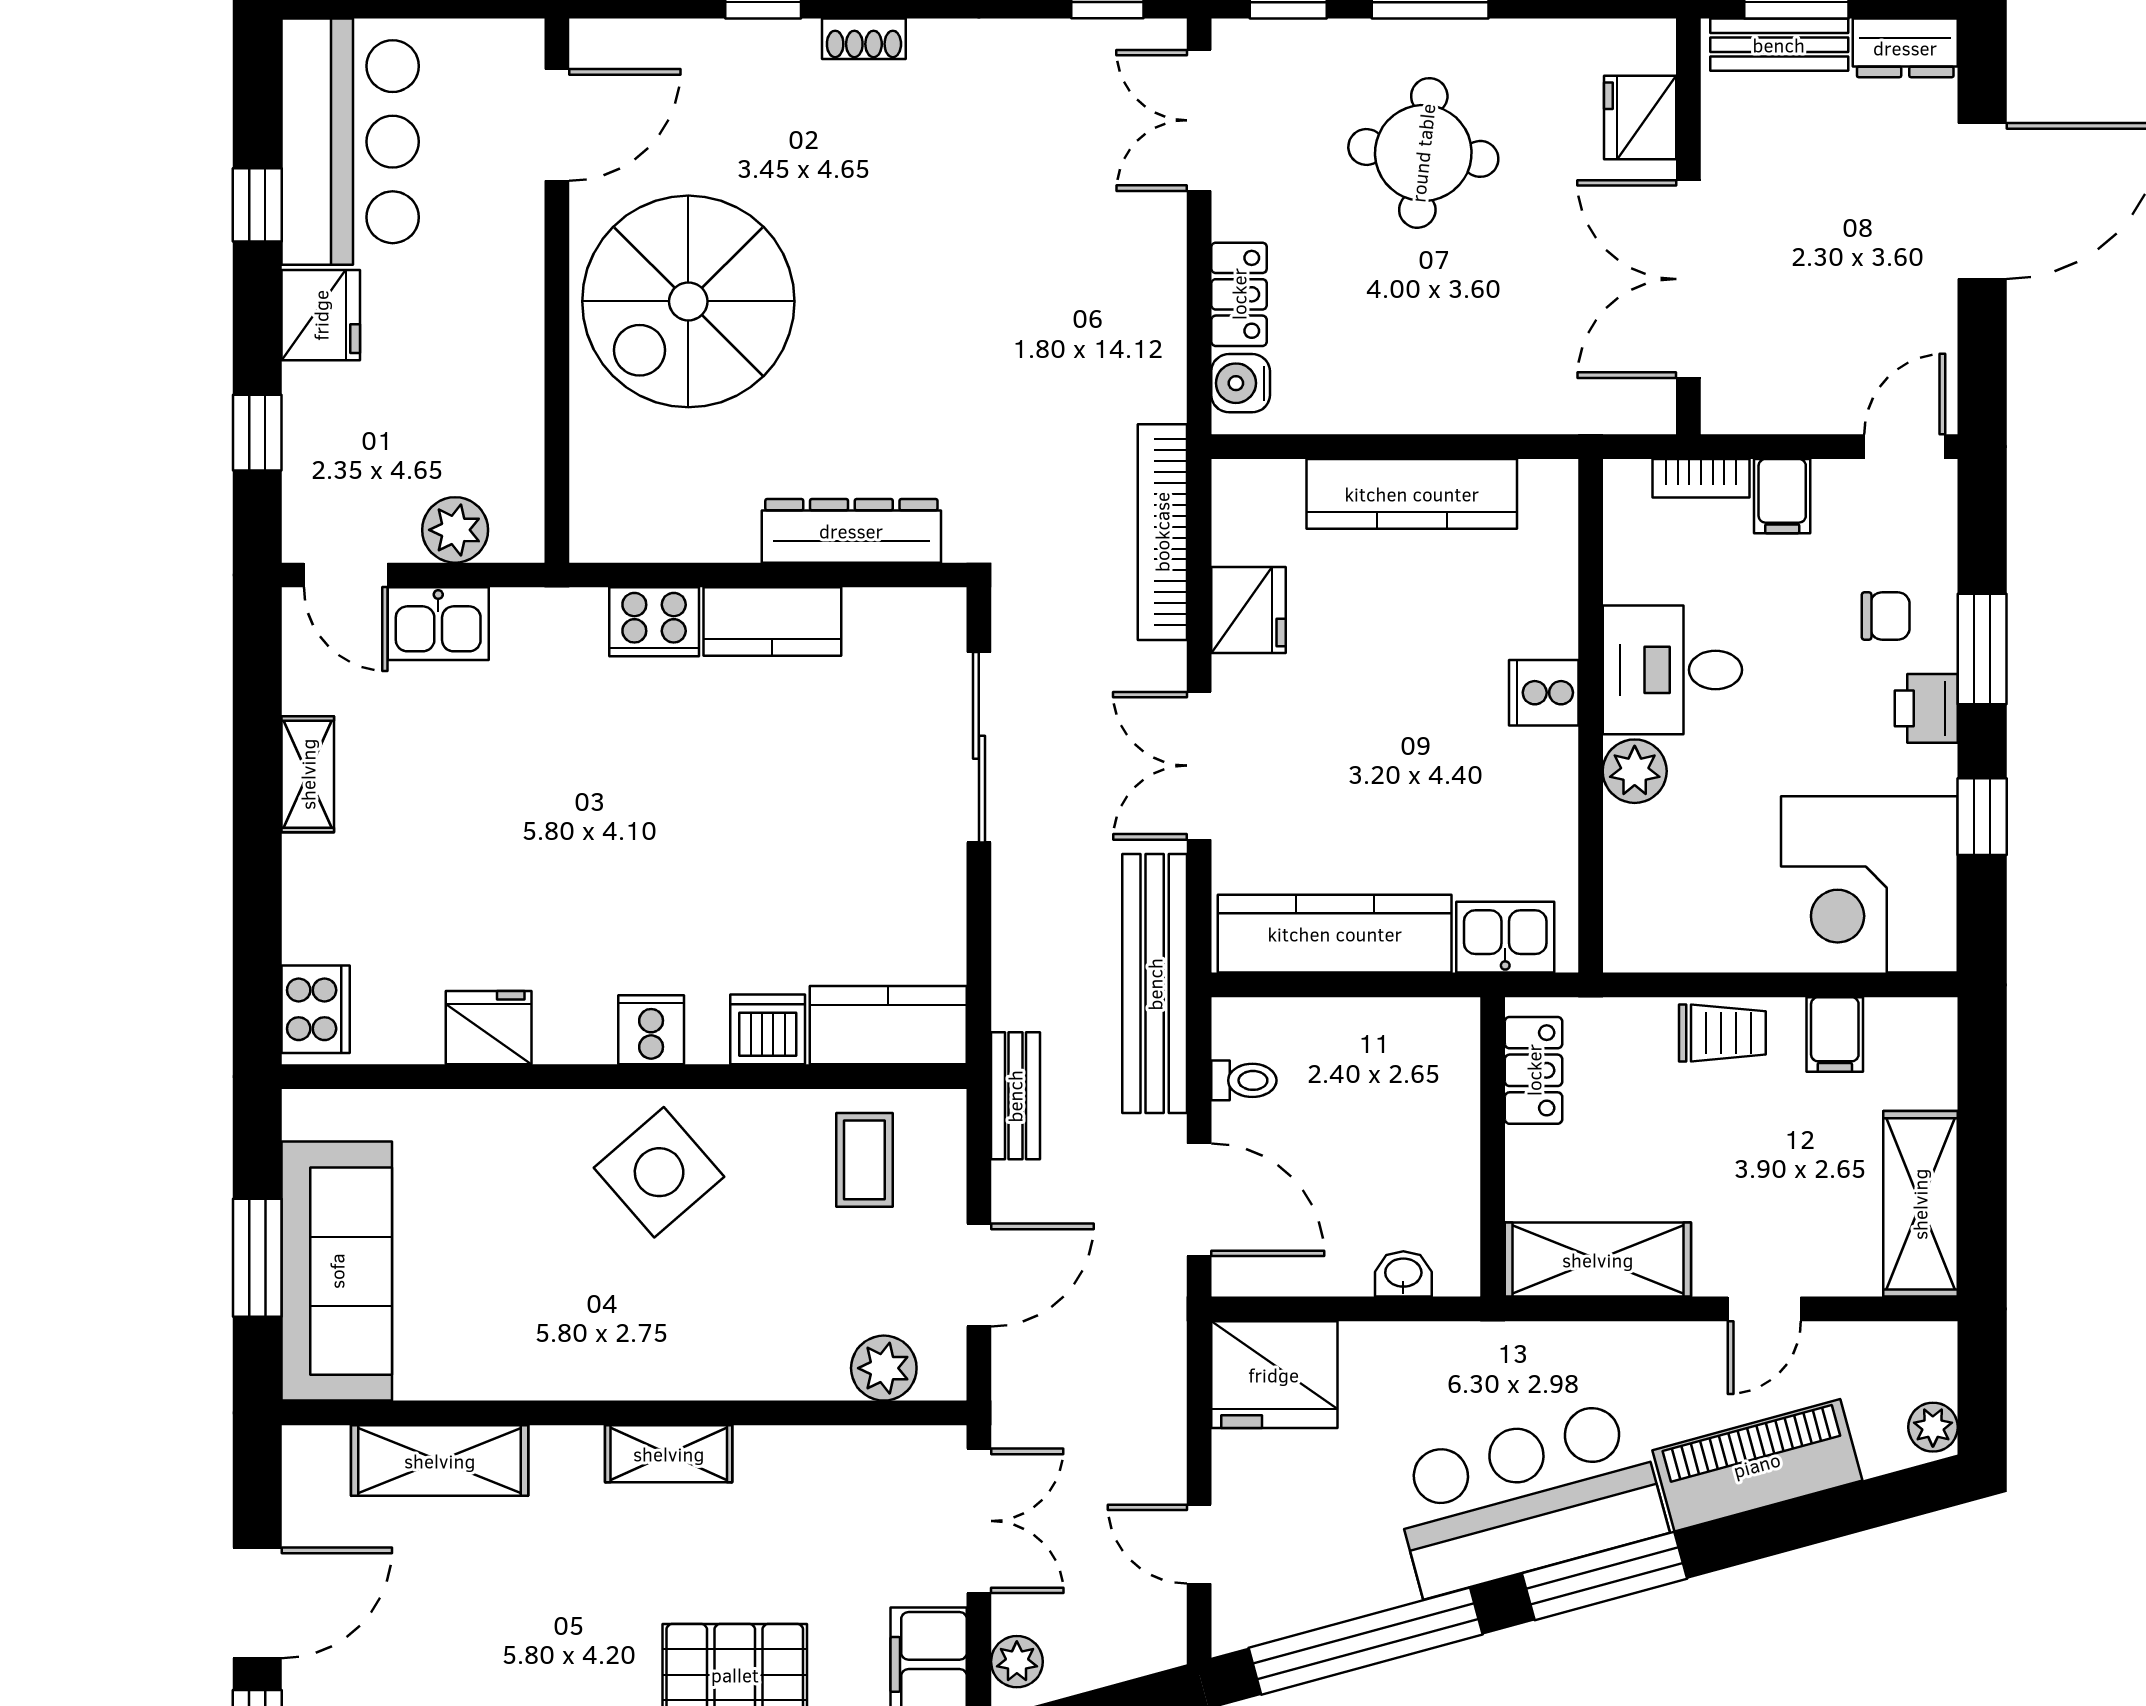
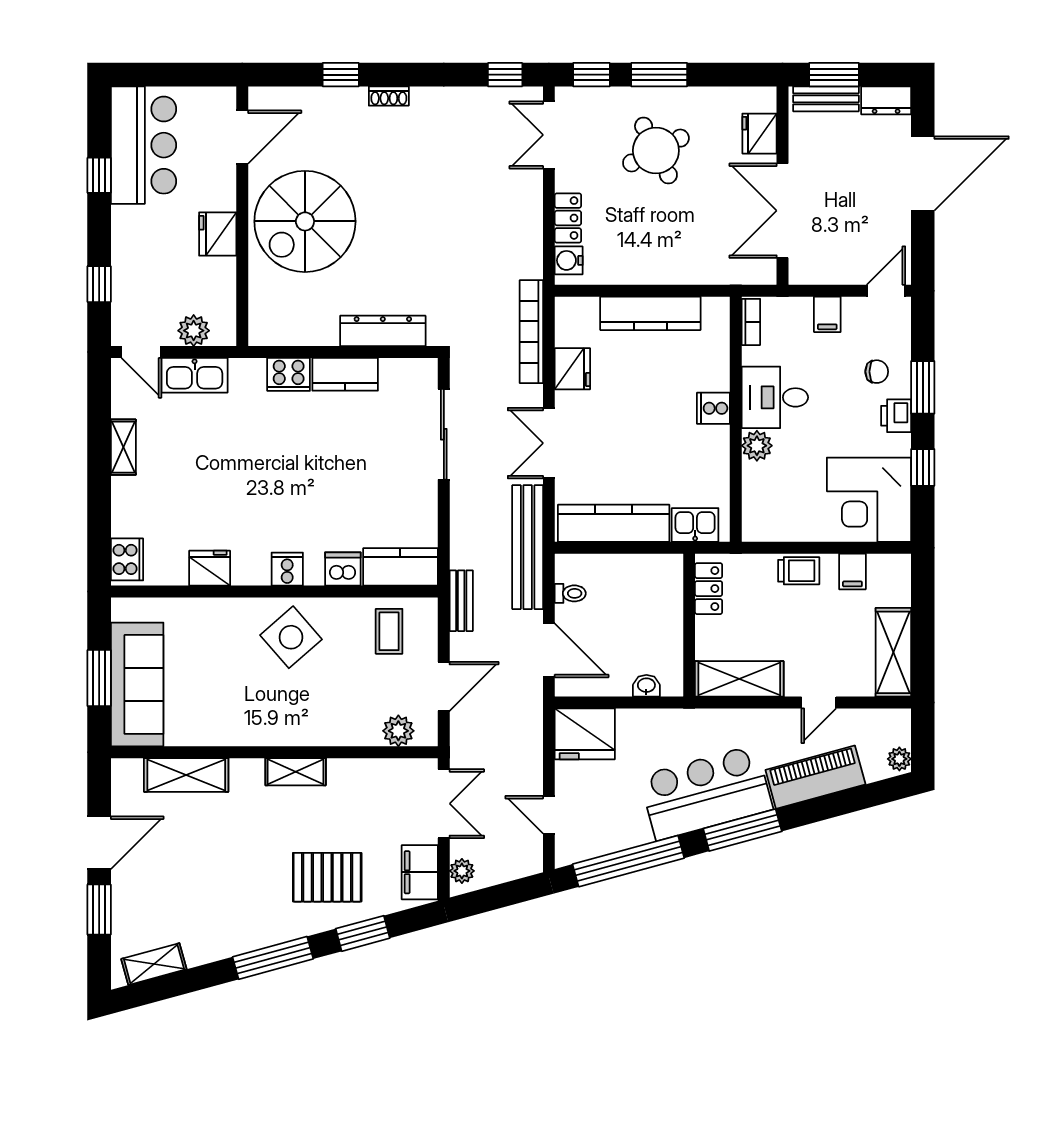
round table: (1423, 153) -> (656, 151), turned -33
fridge: (321, 315) -> (218, 234), moved, turned 180
bookcase: (1701, 478) -> (751, 322), moved, turned -90
kitchen sink: (438, 624) -> (195, 375), width x1.38

